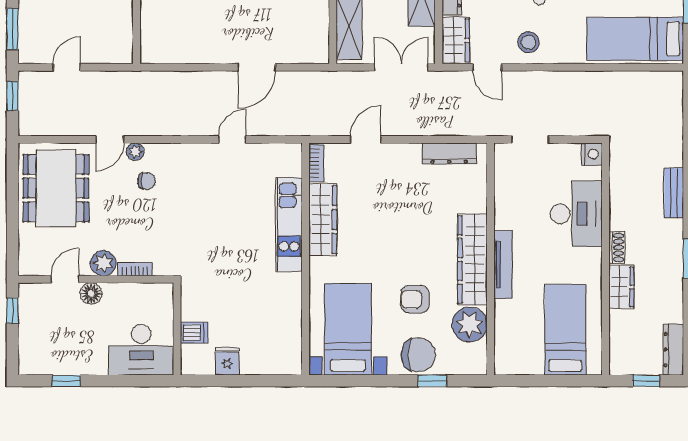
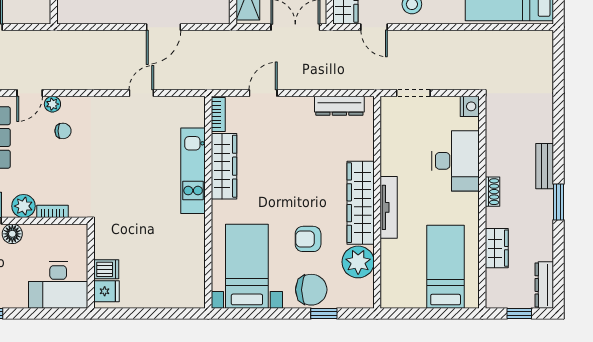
bench: (674, 193) -> (545, 166), moved
wardrobe: (621, 287) -> (497, 248), moved
fridge: (227, 361) -> (107, 291), moved, turned 90

